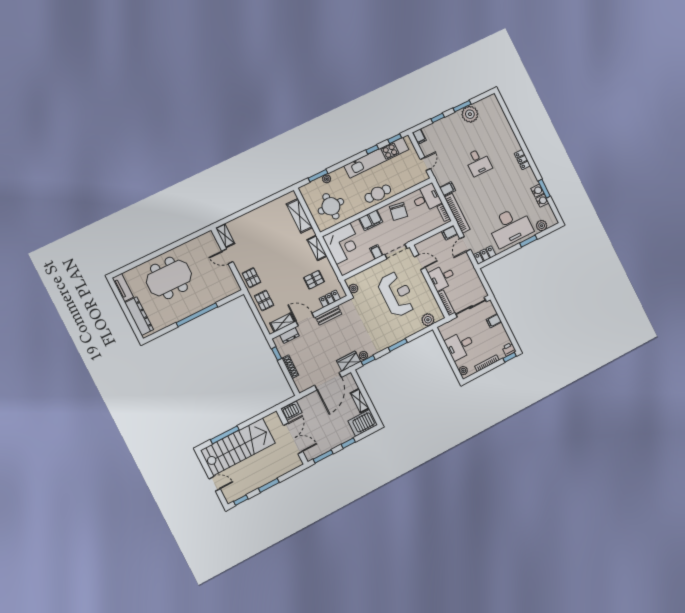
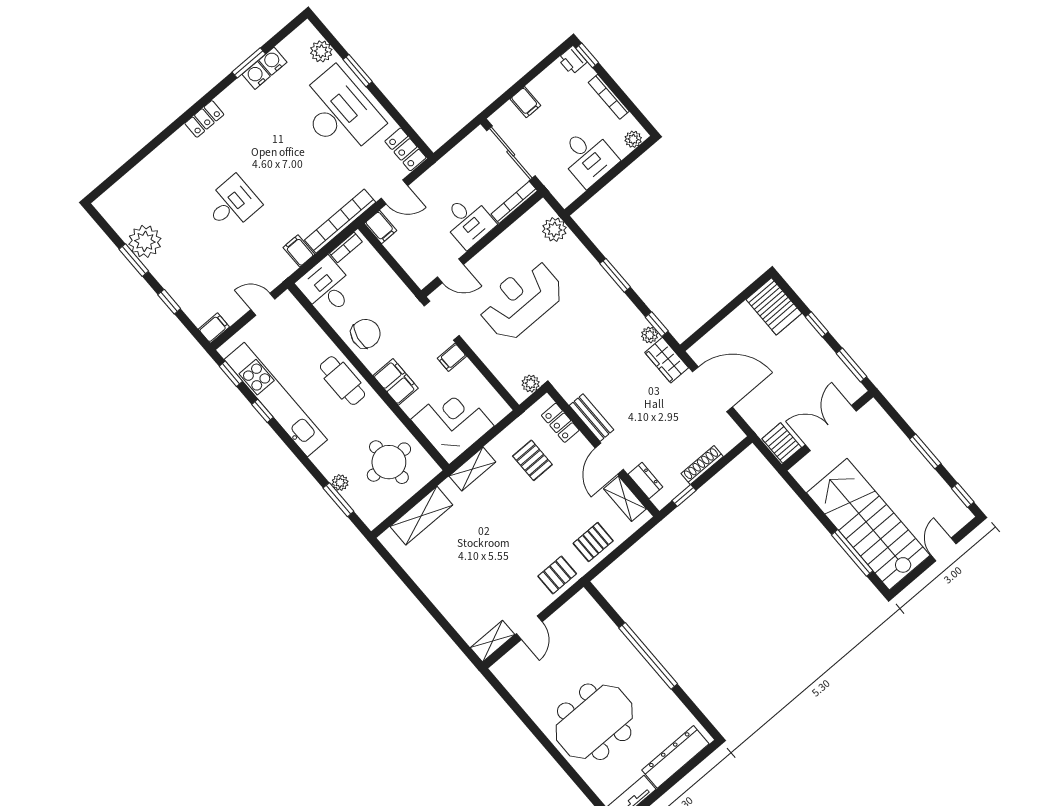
door: (420, 262) -> (450, 271), swing flipped
meeting table: (169, 278) -> (594, 722), turned 90
shelving: (360, 401) -> (735, 322), removed

